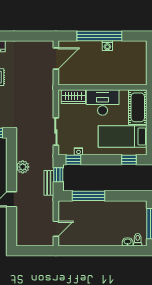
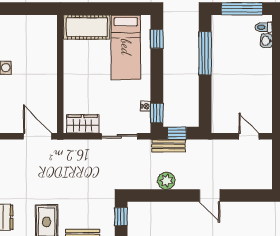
door: (56, 59) -> (38, 136), moved
wardrobe: (73, 97) -> (83, 124), moved, turned -90
desk: (103, 103) -> (80, 74), removed
bench: (49, 183) -> (169, 146), moved
window: (89, 196) -> (205, 53), moved

